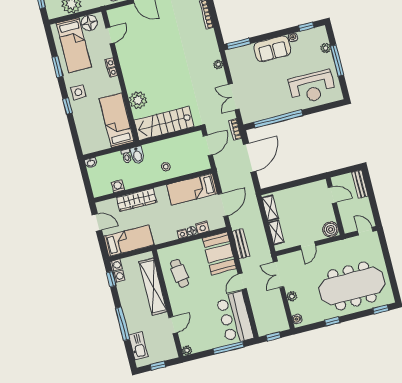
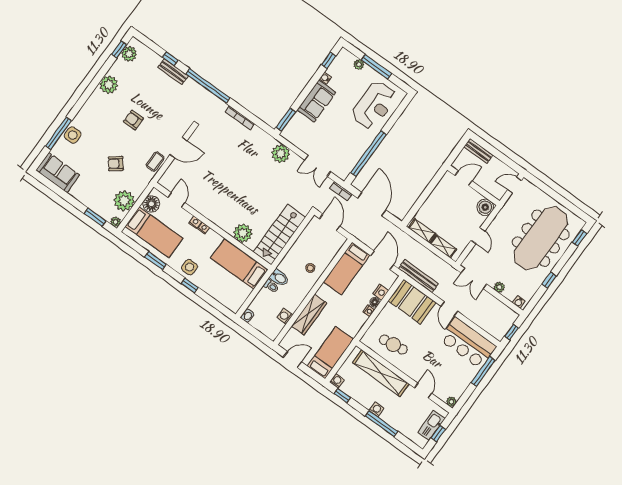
plant: (52, 14) -> (116, 222), added
plant: (218, 64) -> (281, 154), width x1.87, depth x1.87
bench: (241, 244) -> (418, 276), width x1.36
washing machine: (119, 276) -> (376, 409), moved
kitchen sink: (138, 346) -> (431, 426), moved, turned -90

